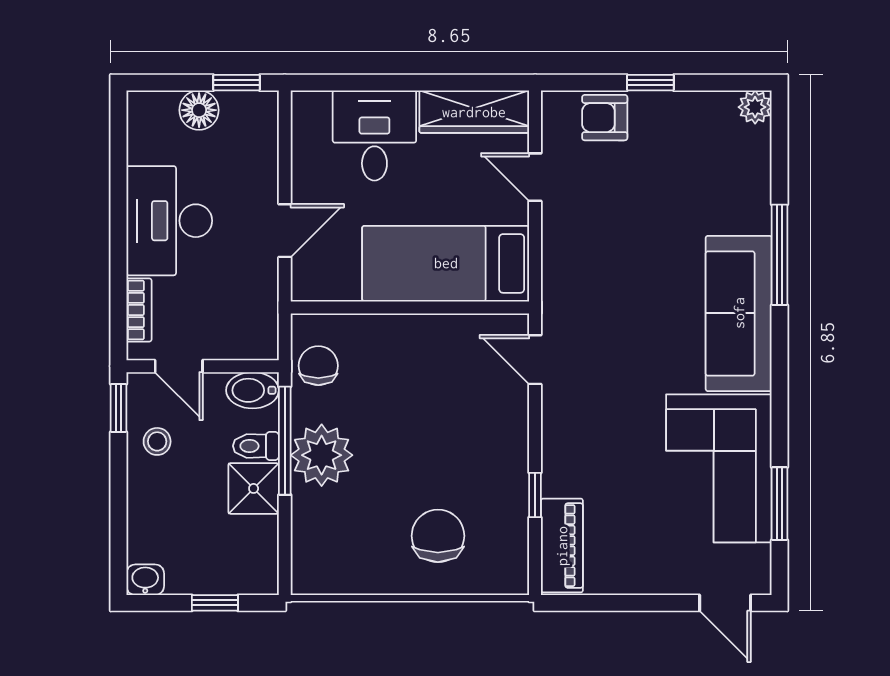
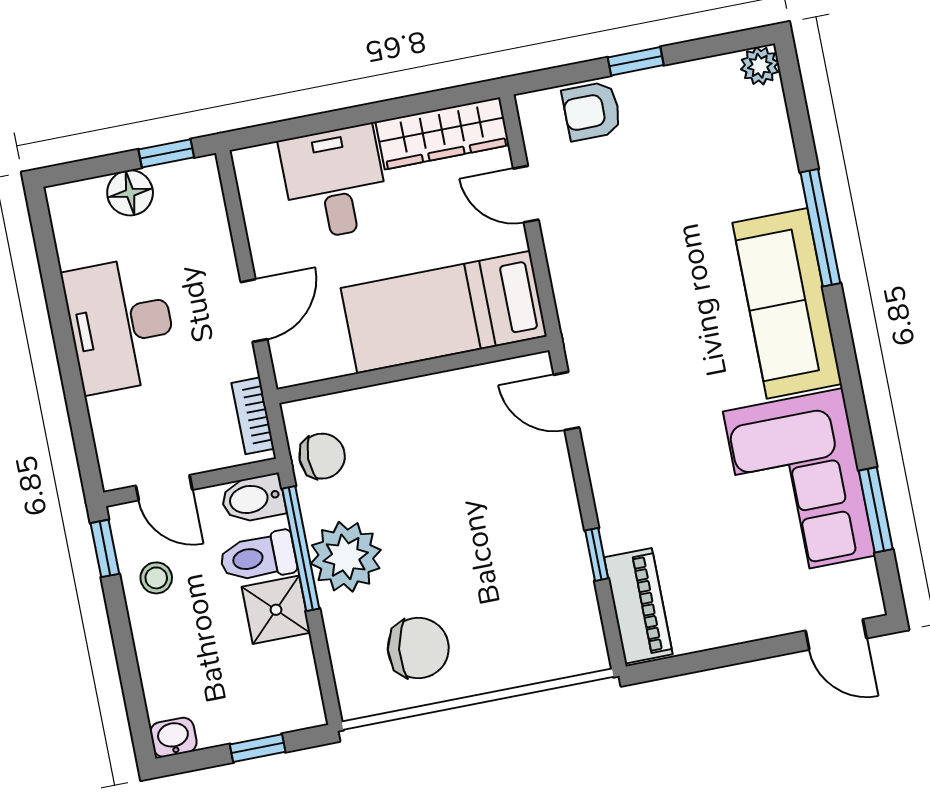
bookcase: (139, 310) -> (253, 416), moved, turned 180
chair: (318, 366) -> (322, 456), turned 90
toilet: (256, 446) -> (258, 557), width x1.37, depth x1.39
chair: (438, 536) -> (418, 648), moved, turned 98

